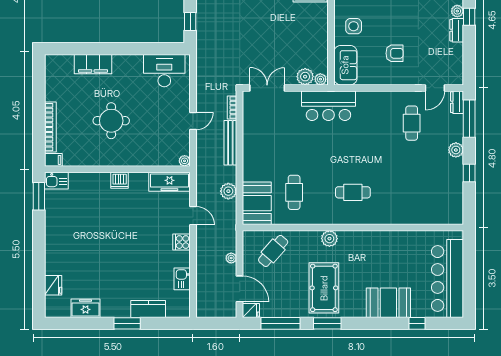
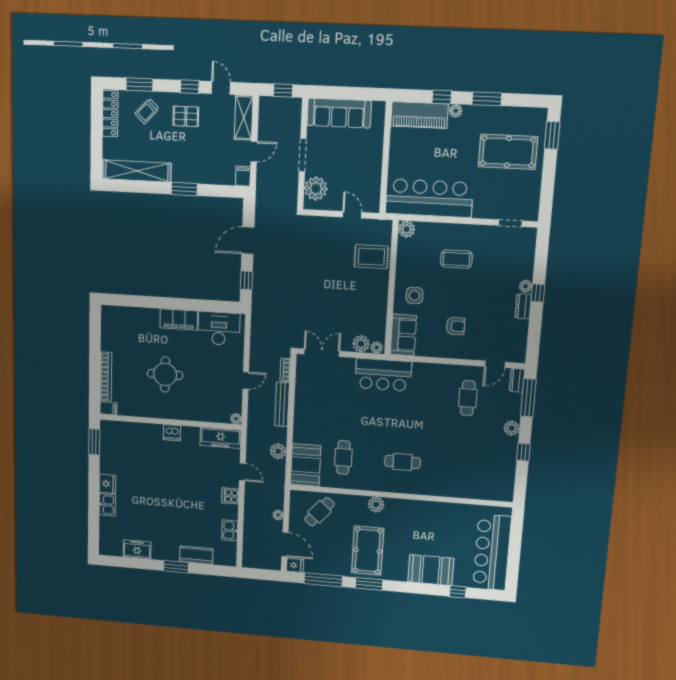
filing cabinet: (93, 64) -> (179, 319), moved
kitchen sink: (56, 181) -> (107, 505), moved, turned -90
fridge: (53, 285) -> (107, 484), moved

